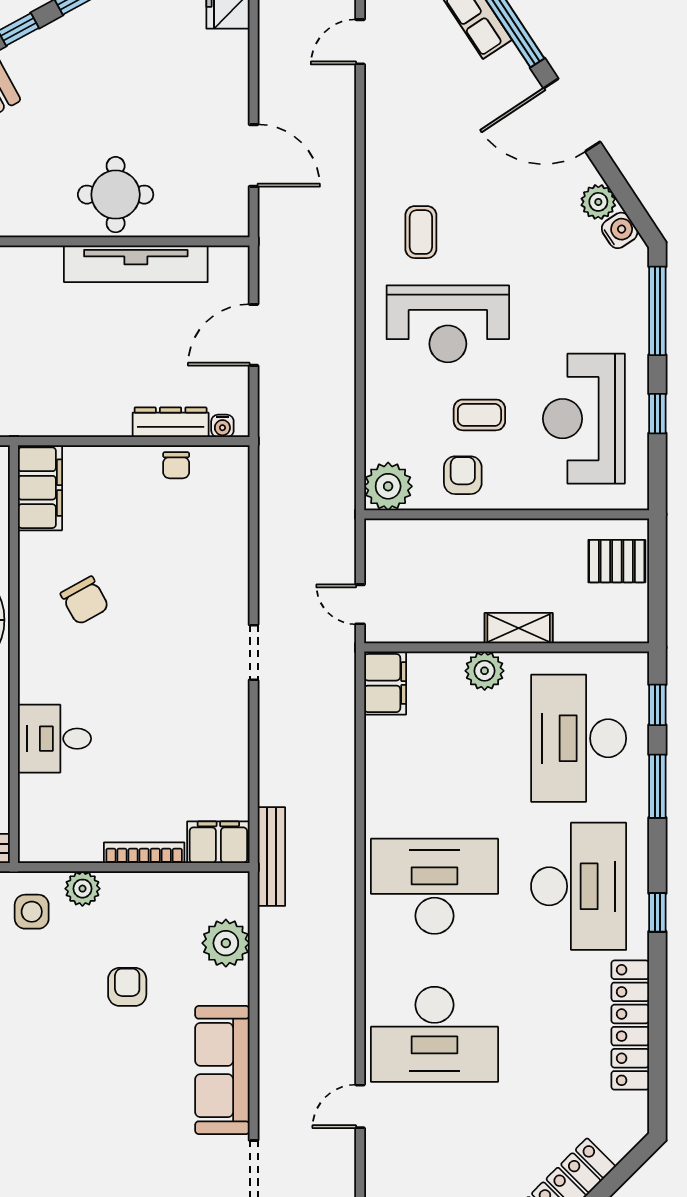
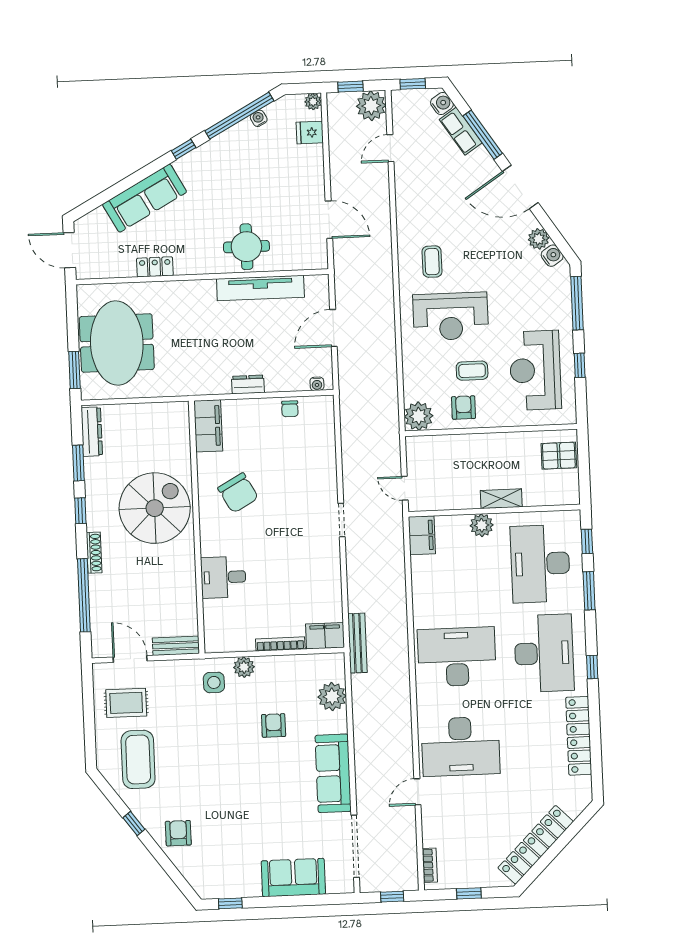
dresser: (171, 422) -> (248, 384), moved, width x0.70
chair: (85, 601) -> (238, 493), width x1.37, depth x1.37

